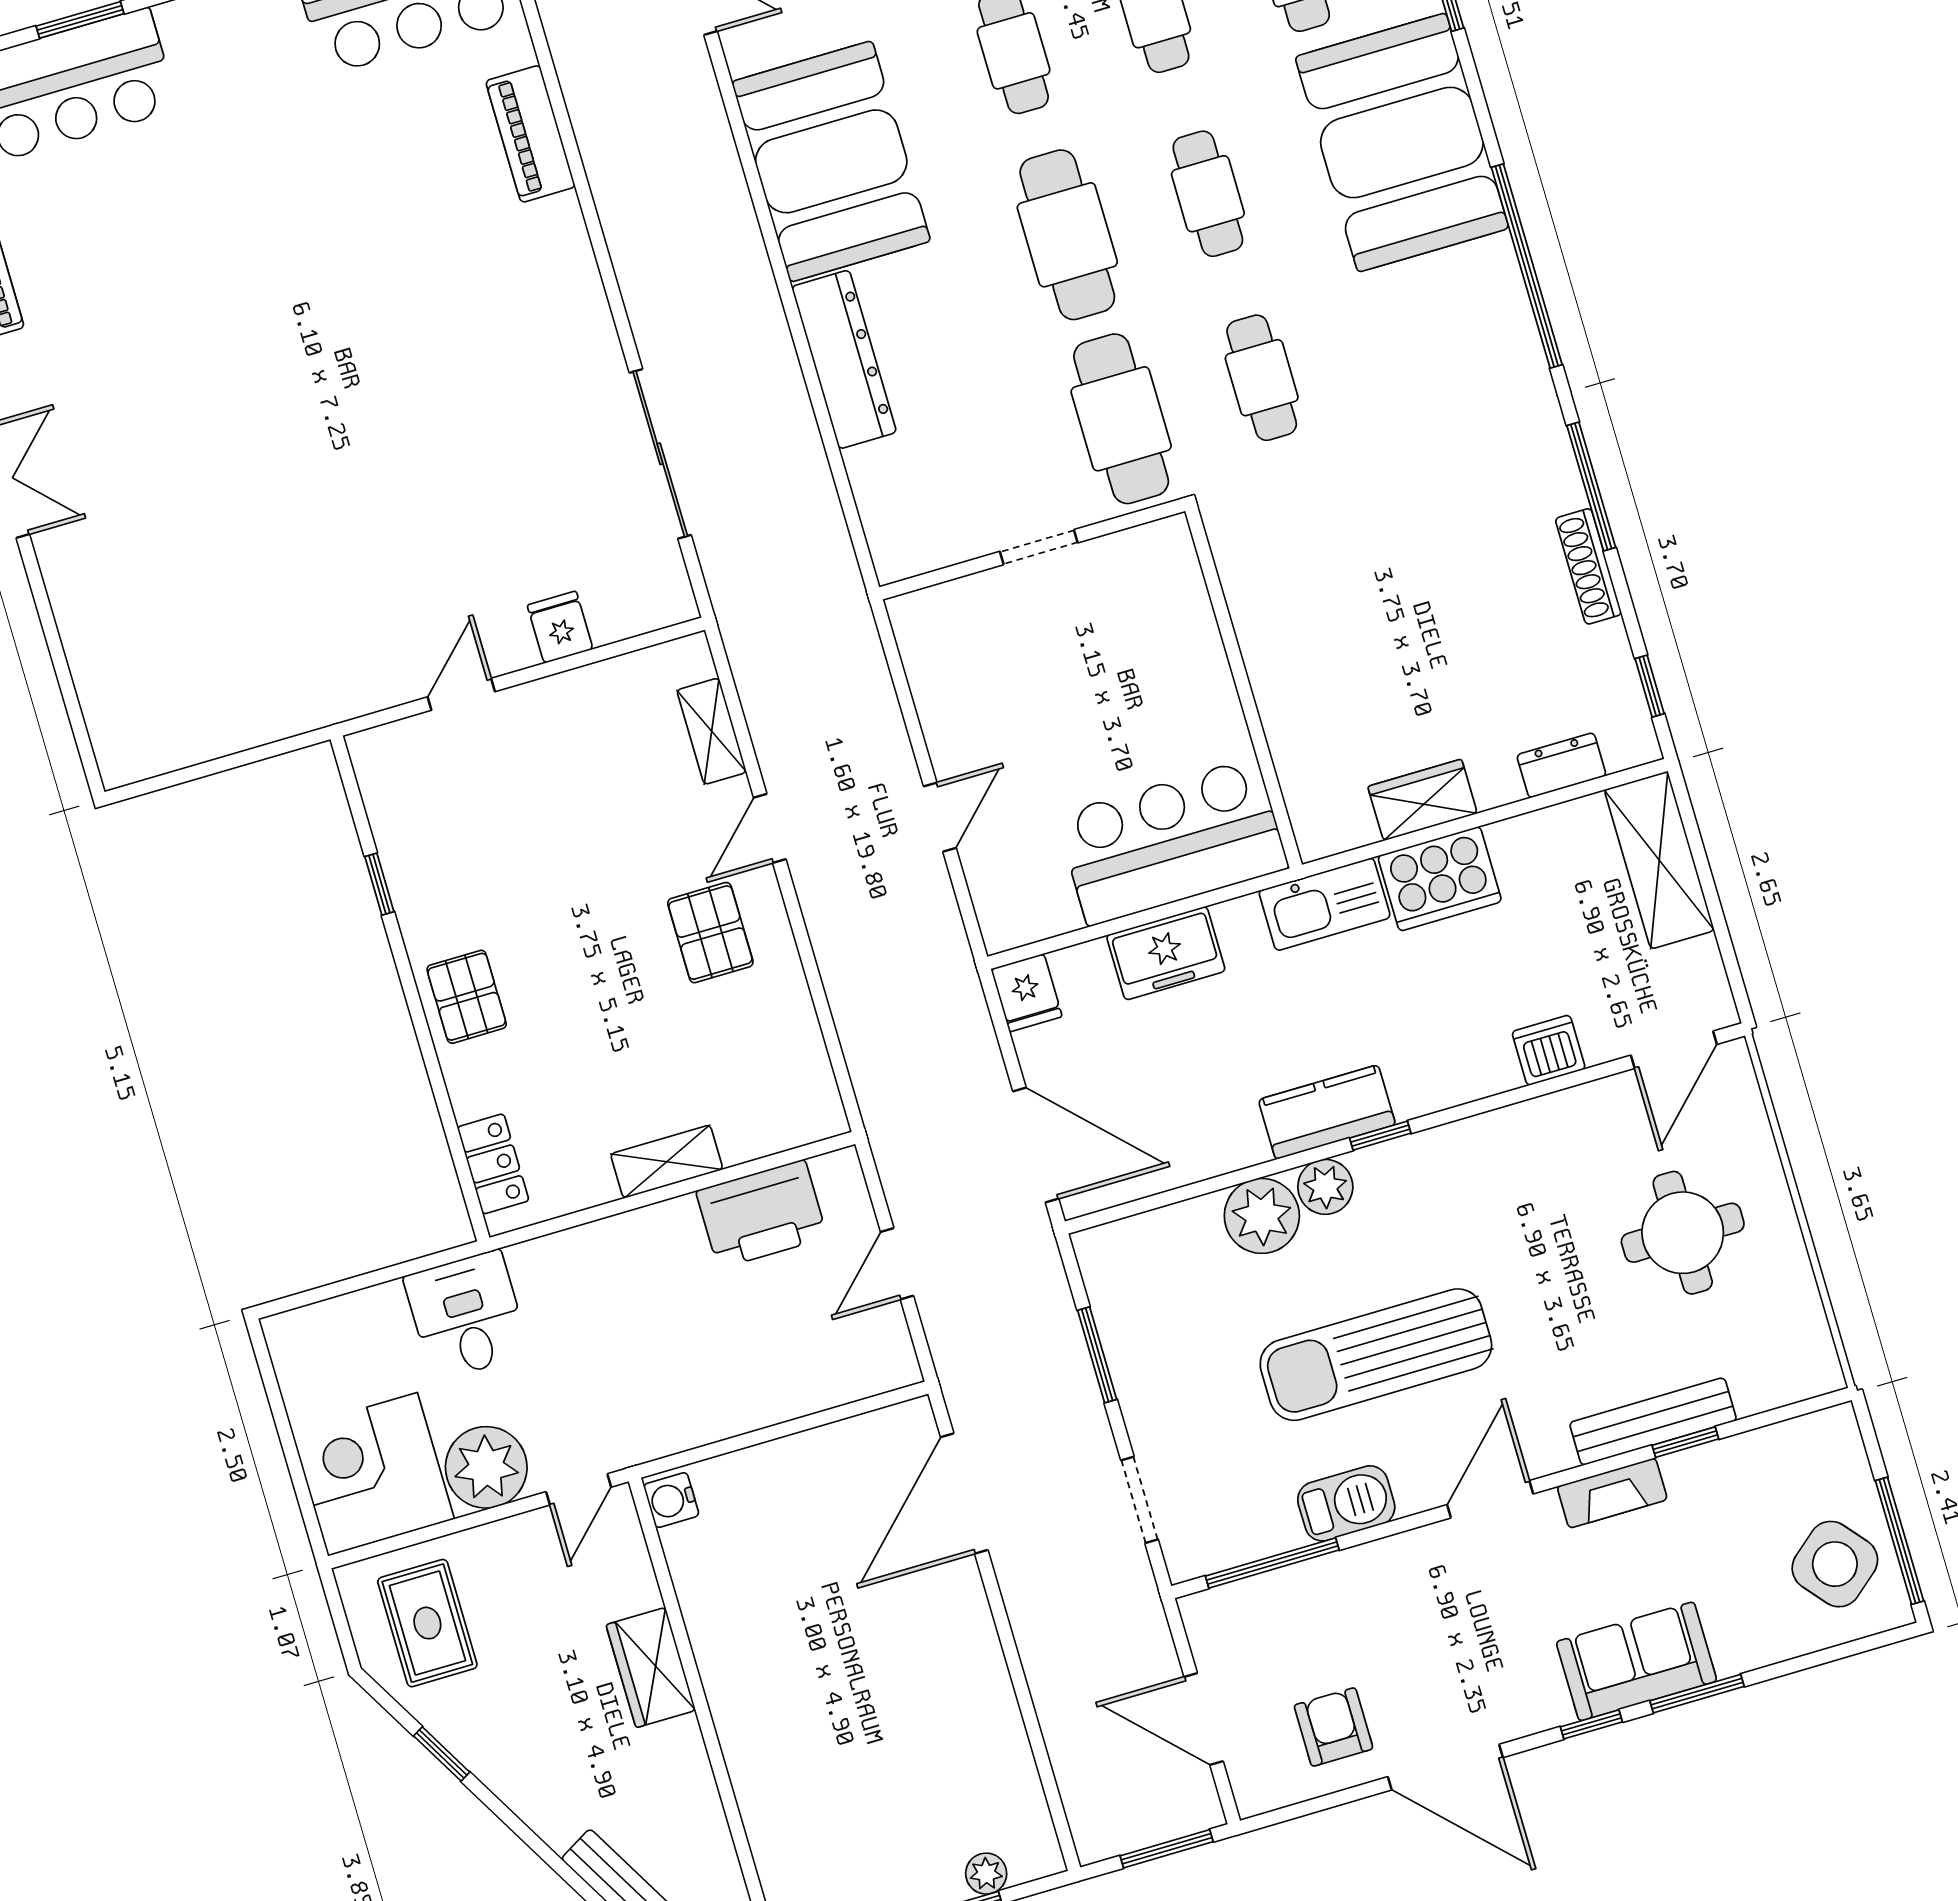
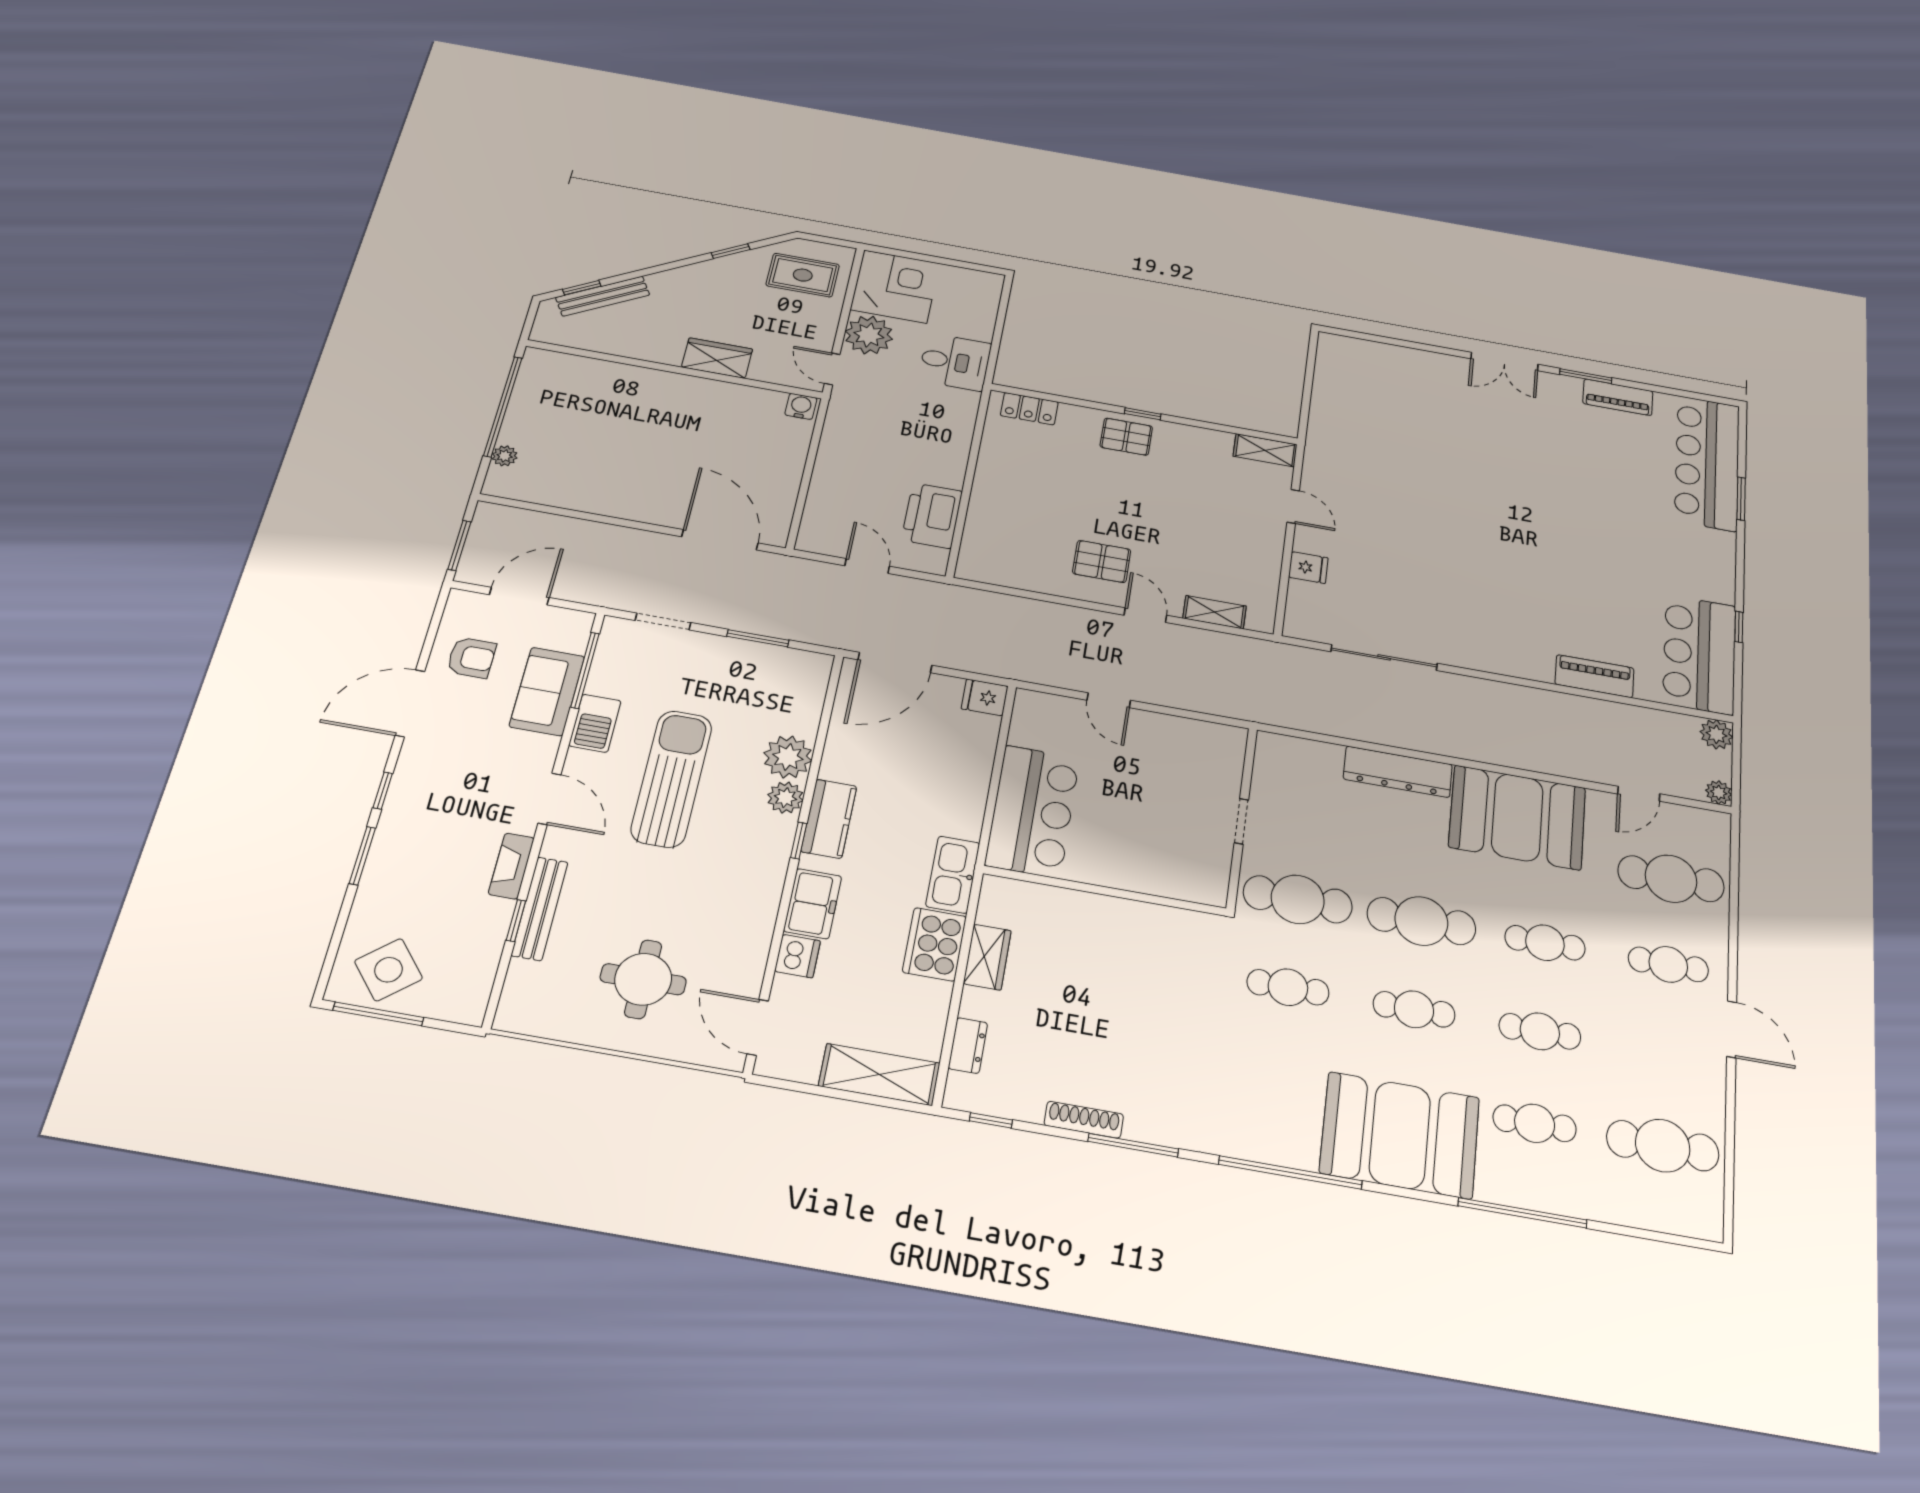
window: (379, 884) -> (1143, 414), moved
freezer: (1166, 953) -> (813, 904), moved, turned 180
shelving: (667, 1162) -> (1265, 450), moved, turned 90
sofa: (1636, 1661) -> (547, 691), moved, turned 180

